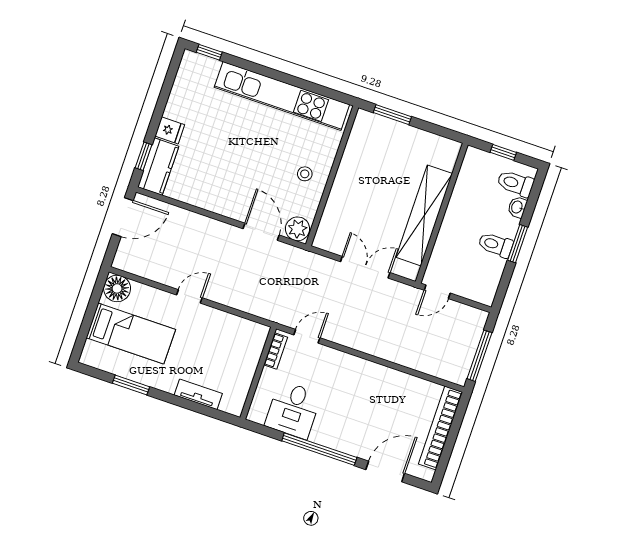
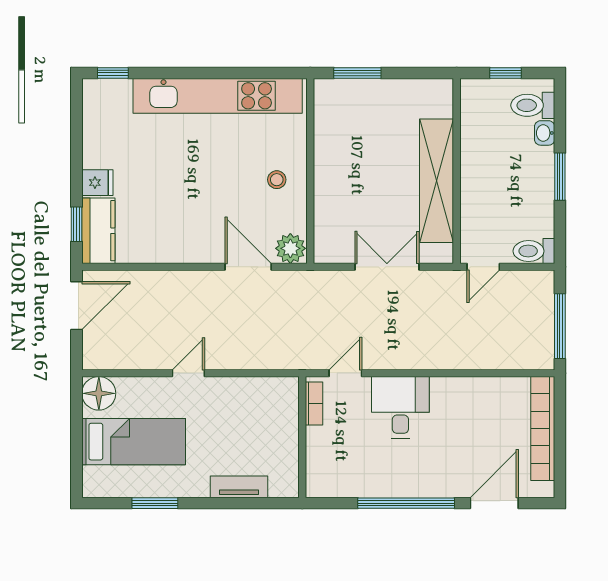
toilet: (496, 245) -> (534, 251), moved
desk: (293, 410) -> (400, 407), moved, turned 180

